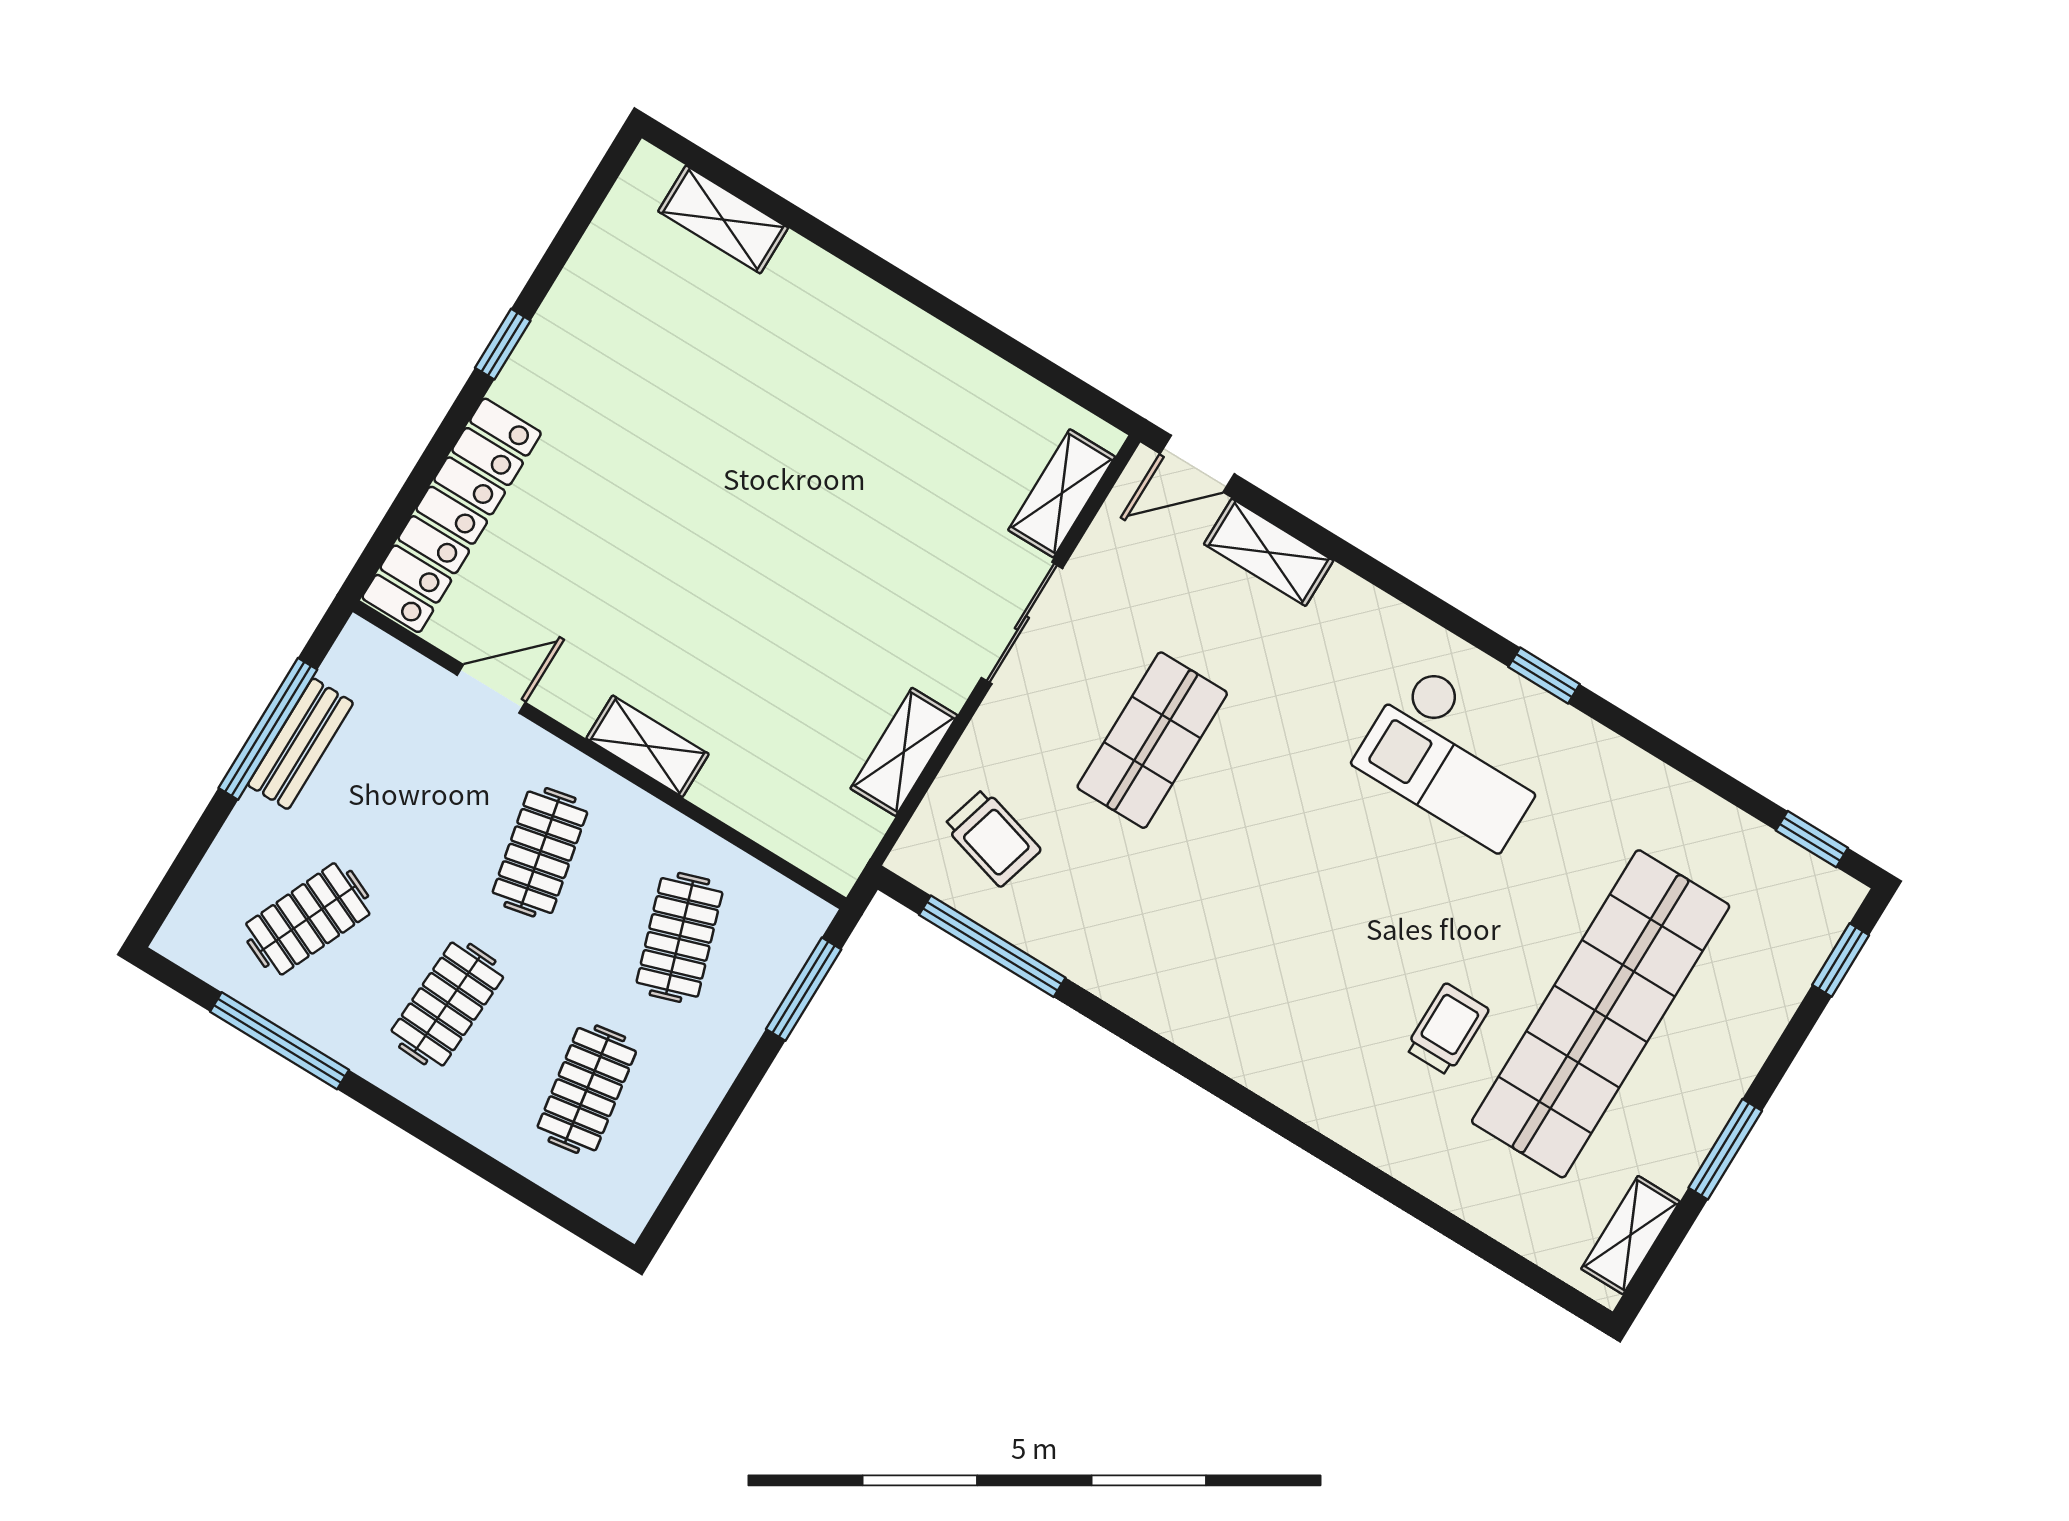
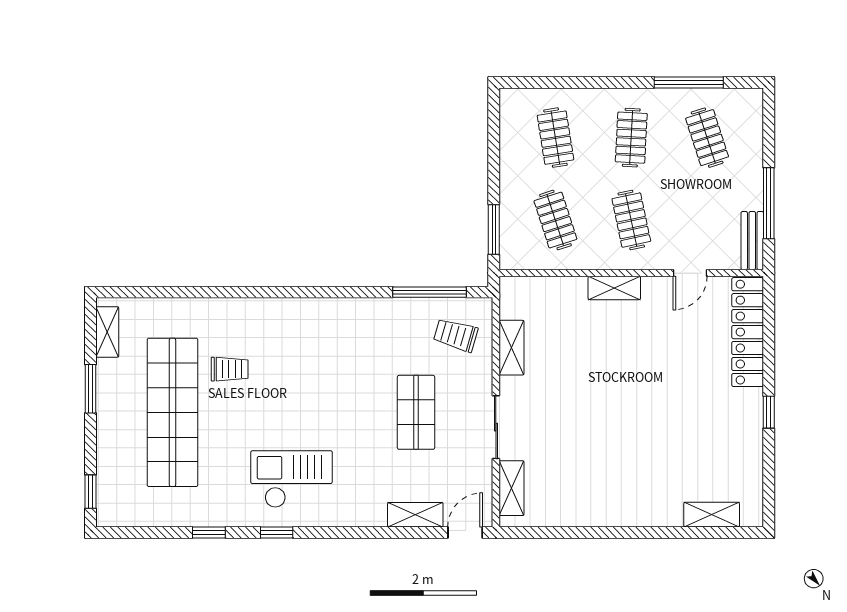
bench: (300, 744) -> (752, 241), moved
window: (1812, 839) -> (209, 533), moved
clothes rail: (308, 919) -> (707, 138), turned -42
trolley: (1447, 1029) -> (230, 369), turned -90

